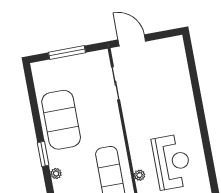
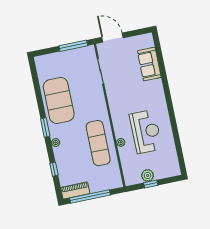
window: (67, 52) -> (73, 46), moved
sofa: (178, 75) -> (149, 64), added

